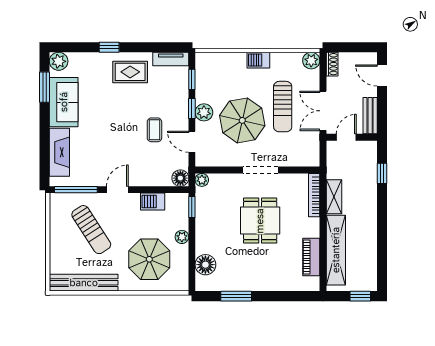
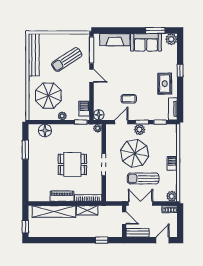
barbecue: (153, 202) -> (84, 109), moved
piano: (311, 257) -> (62, 196), moved

